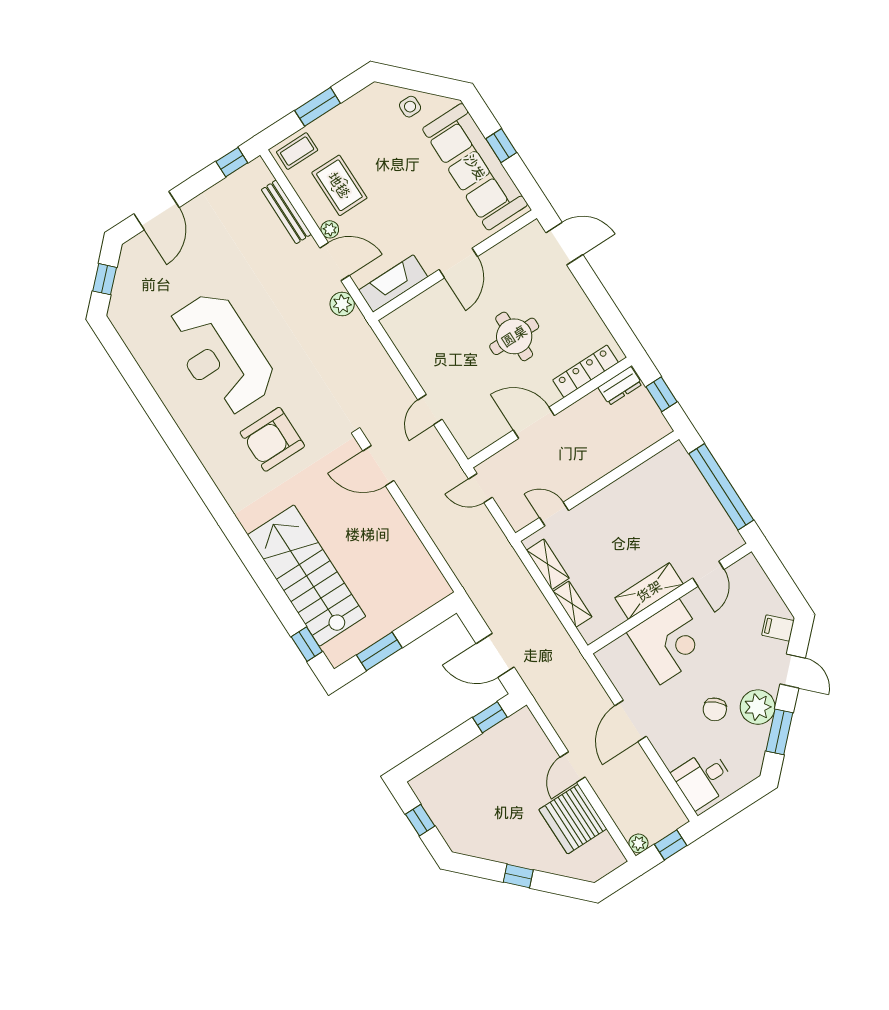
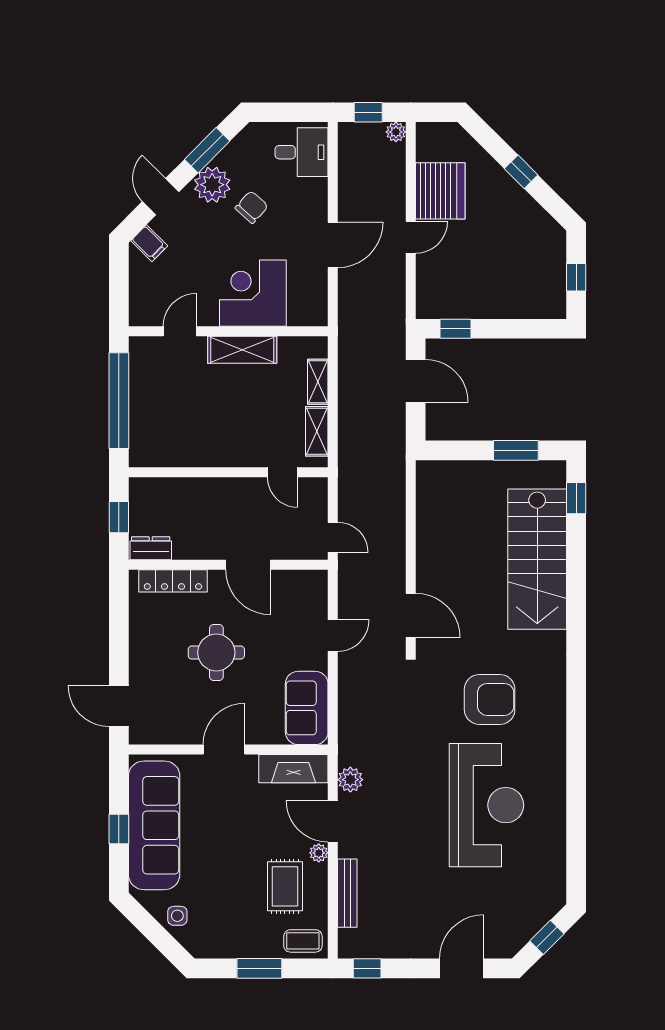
sofa: (414, 339) -> (307, 708), added

